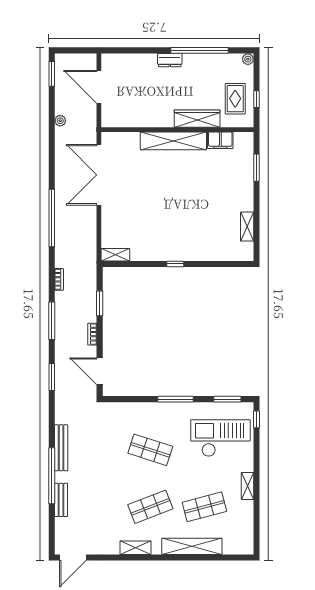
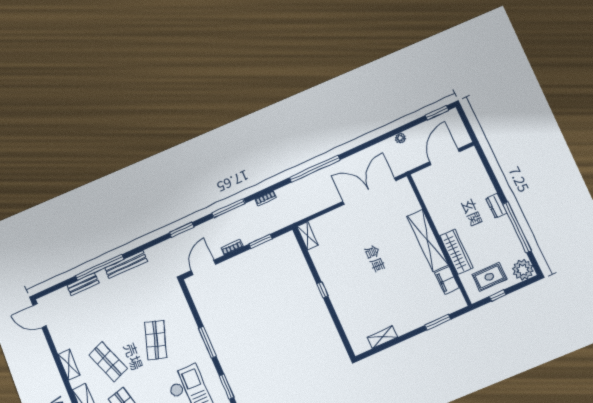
plant: (248, 59) -> (523, 270), width x1.87, depth x1.87

